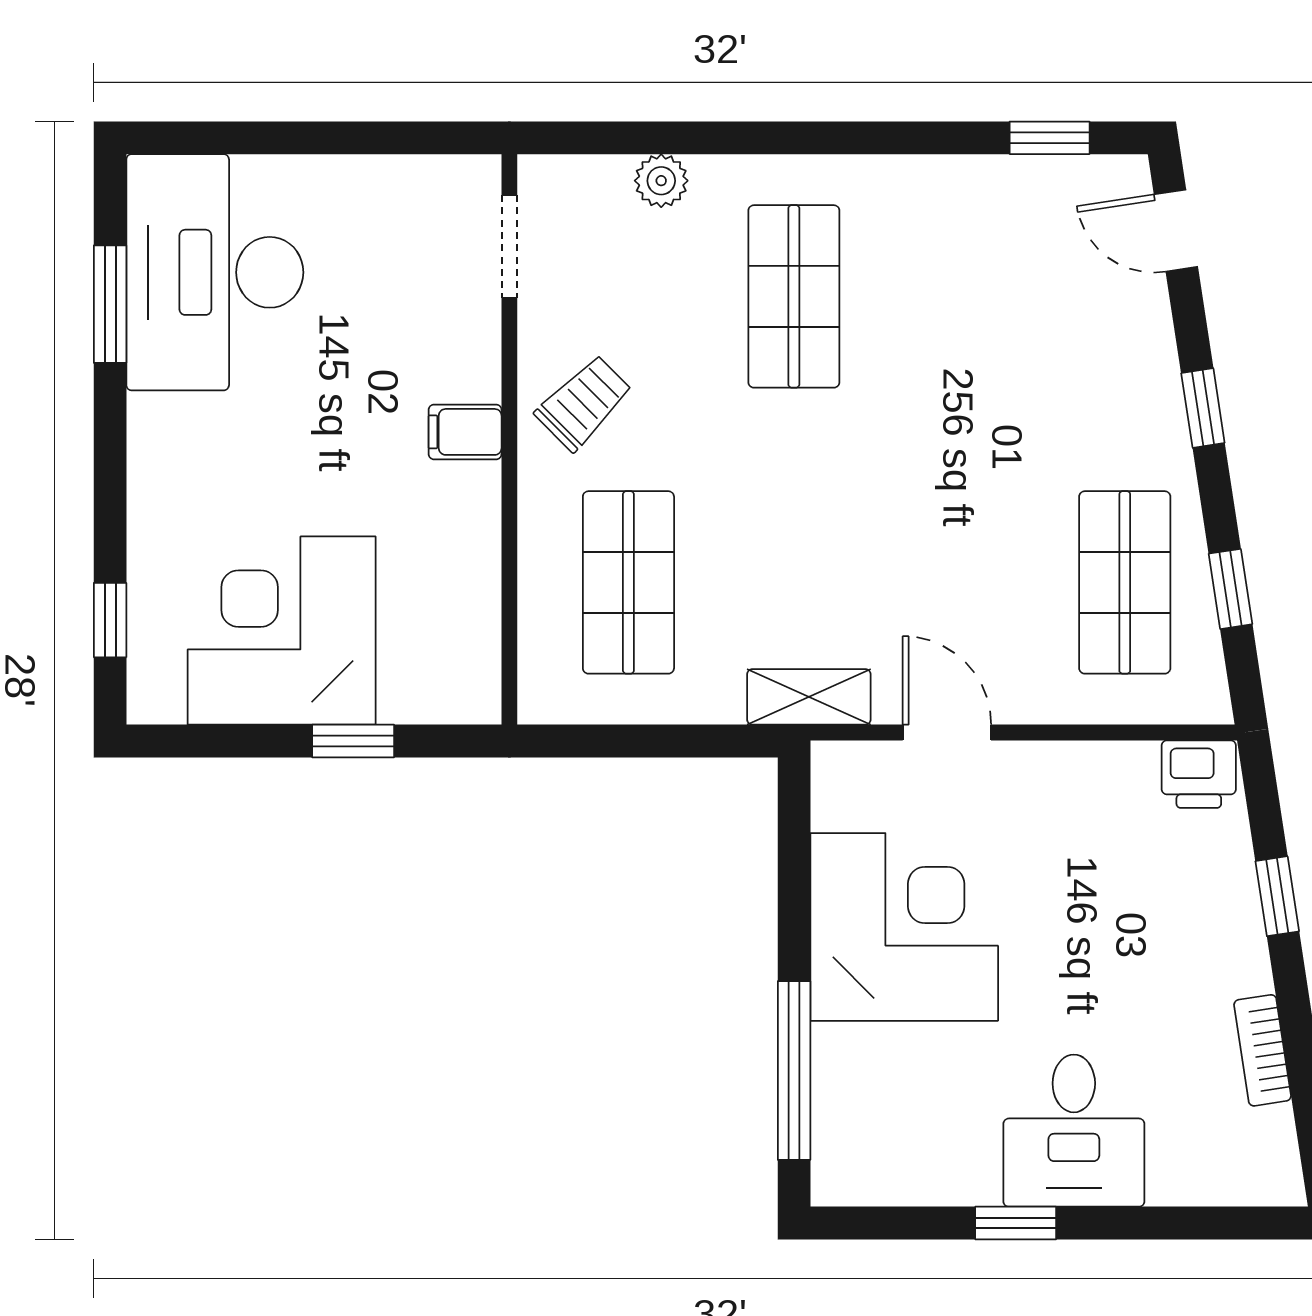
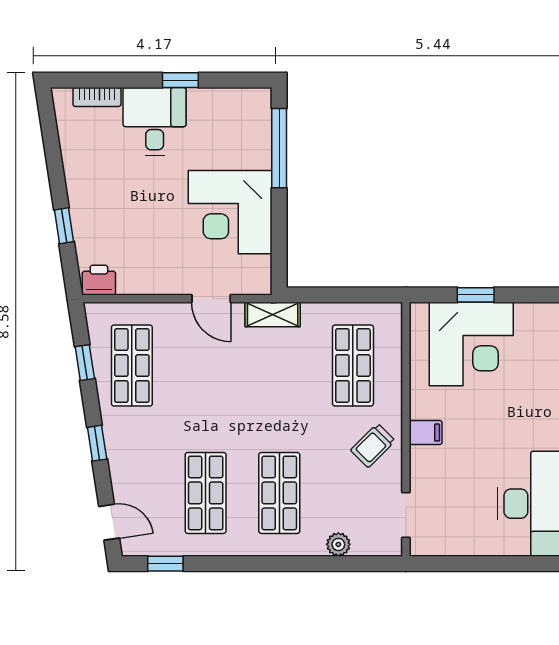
shop shelf: (959, 296) -> (206, 493), added
corner desk: (282, 631) -> (471, 344), moved
bookcase: (1263, 1050) -> (97, 97), moved, turned 99

